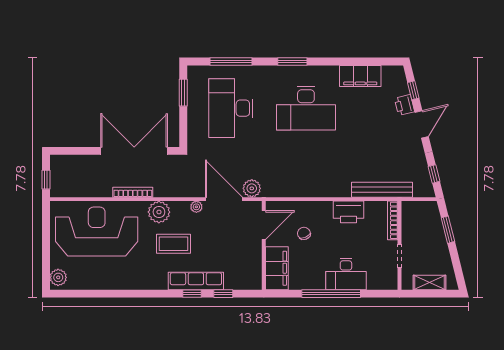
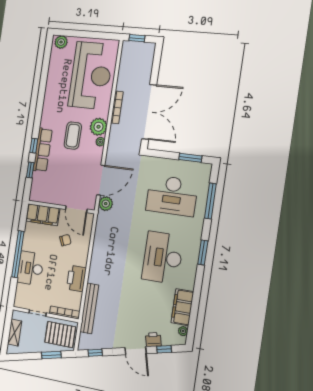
plant: (388, 71) -> (183, 331), added
desk: (231, 108) -> (172, 196), turned 180
plant: (196, 207) -> (100, 142), moved
pallet: (421, 222) -> (60, 335), added

